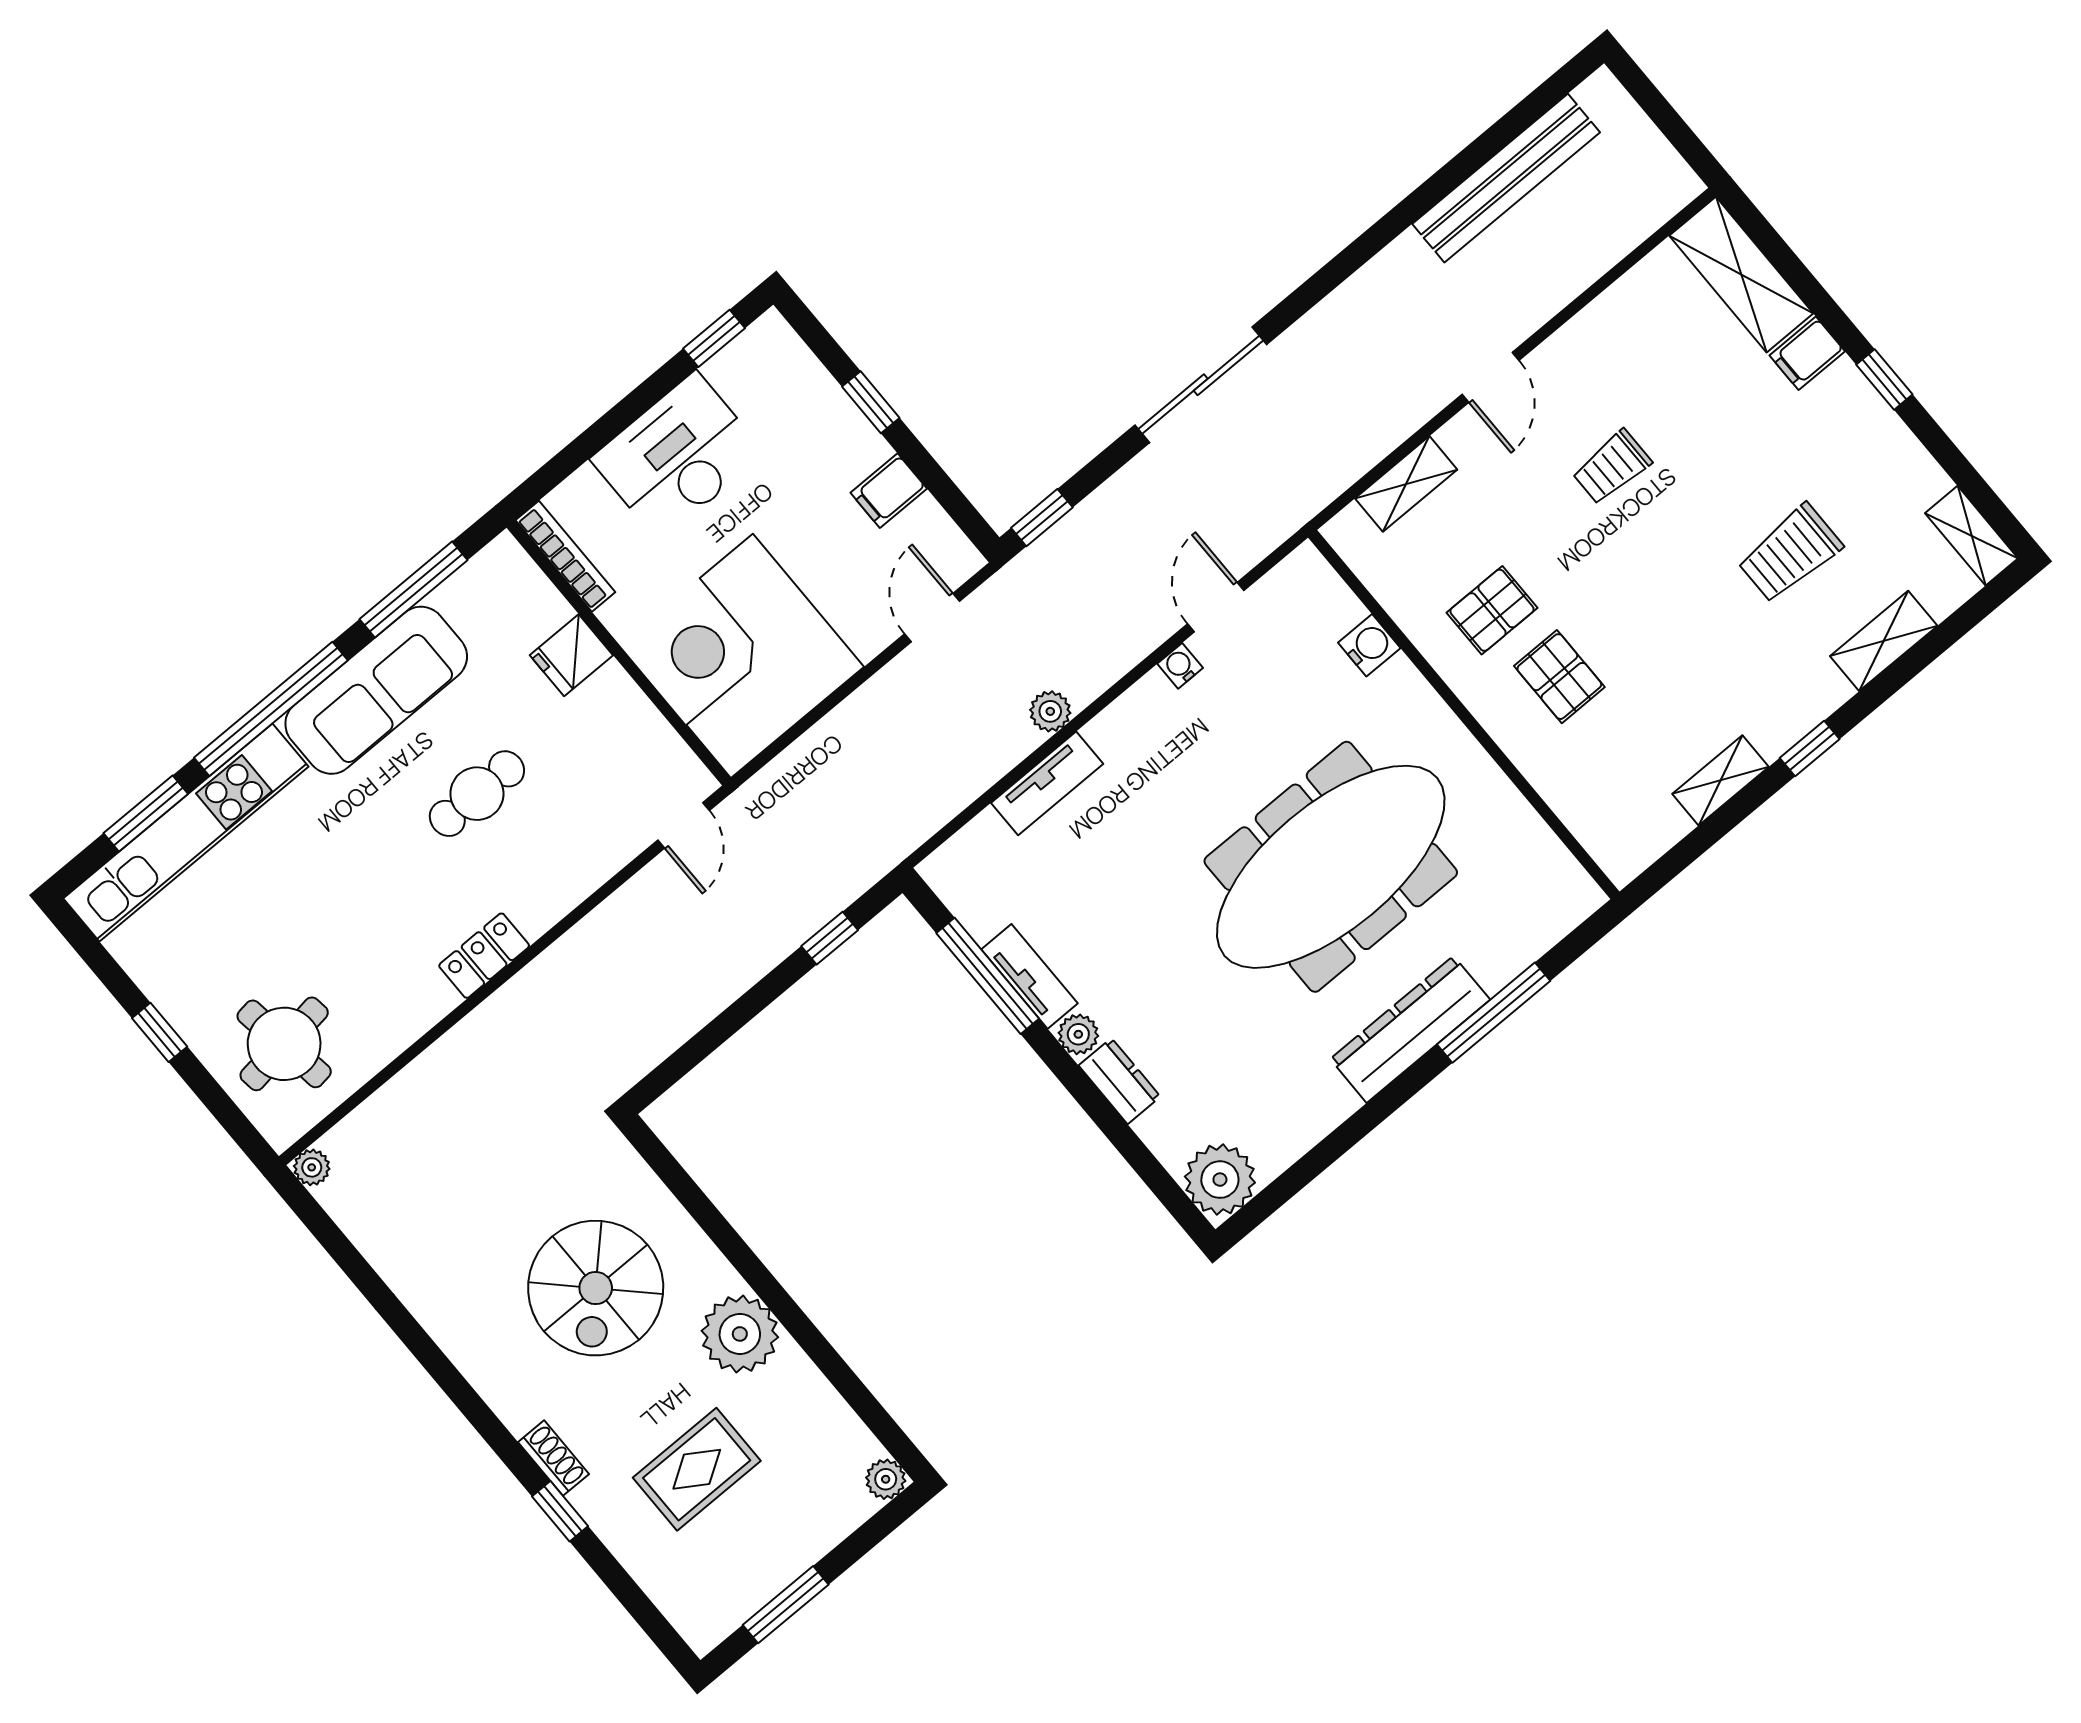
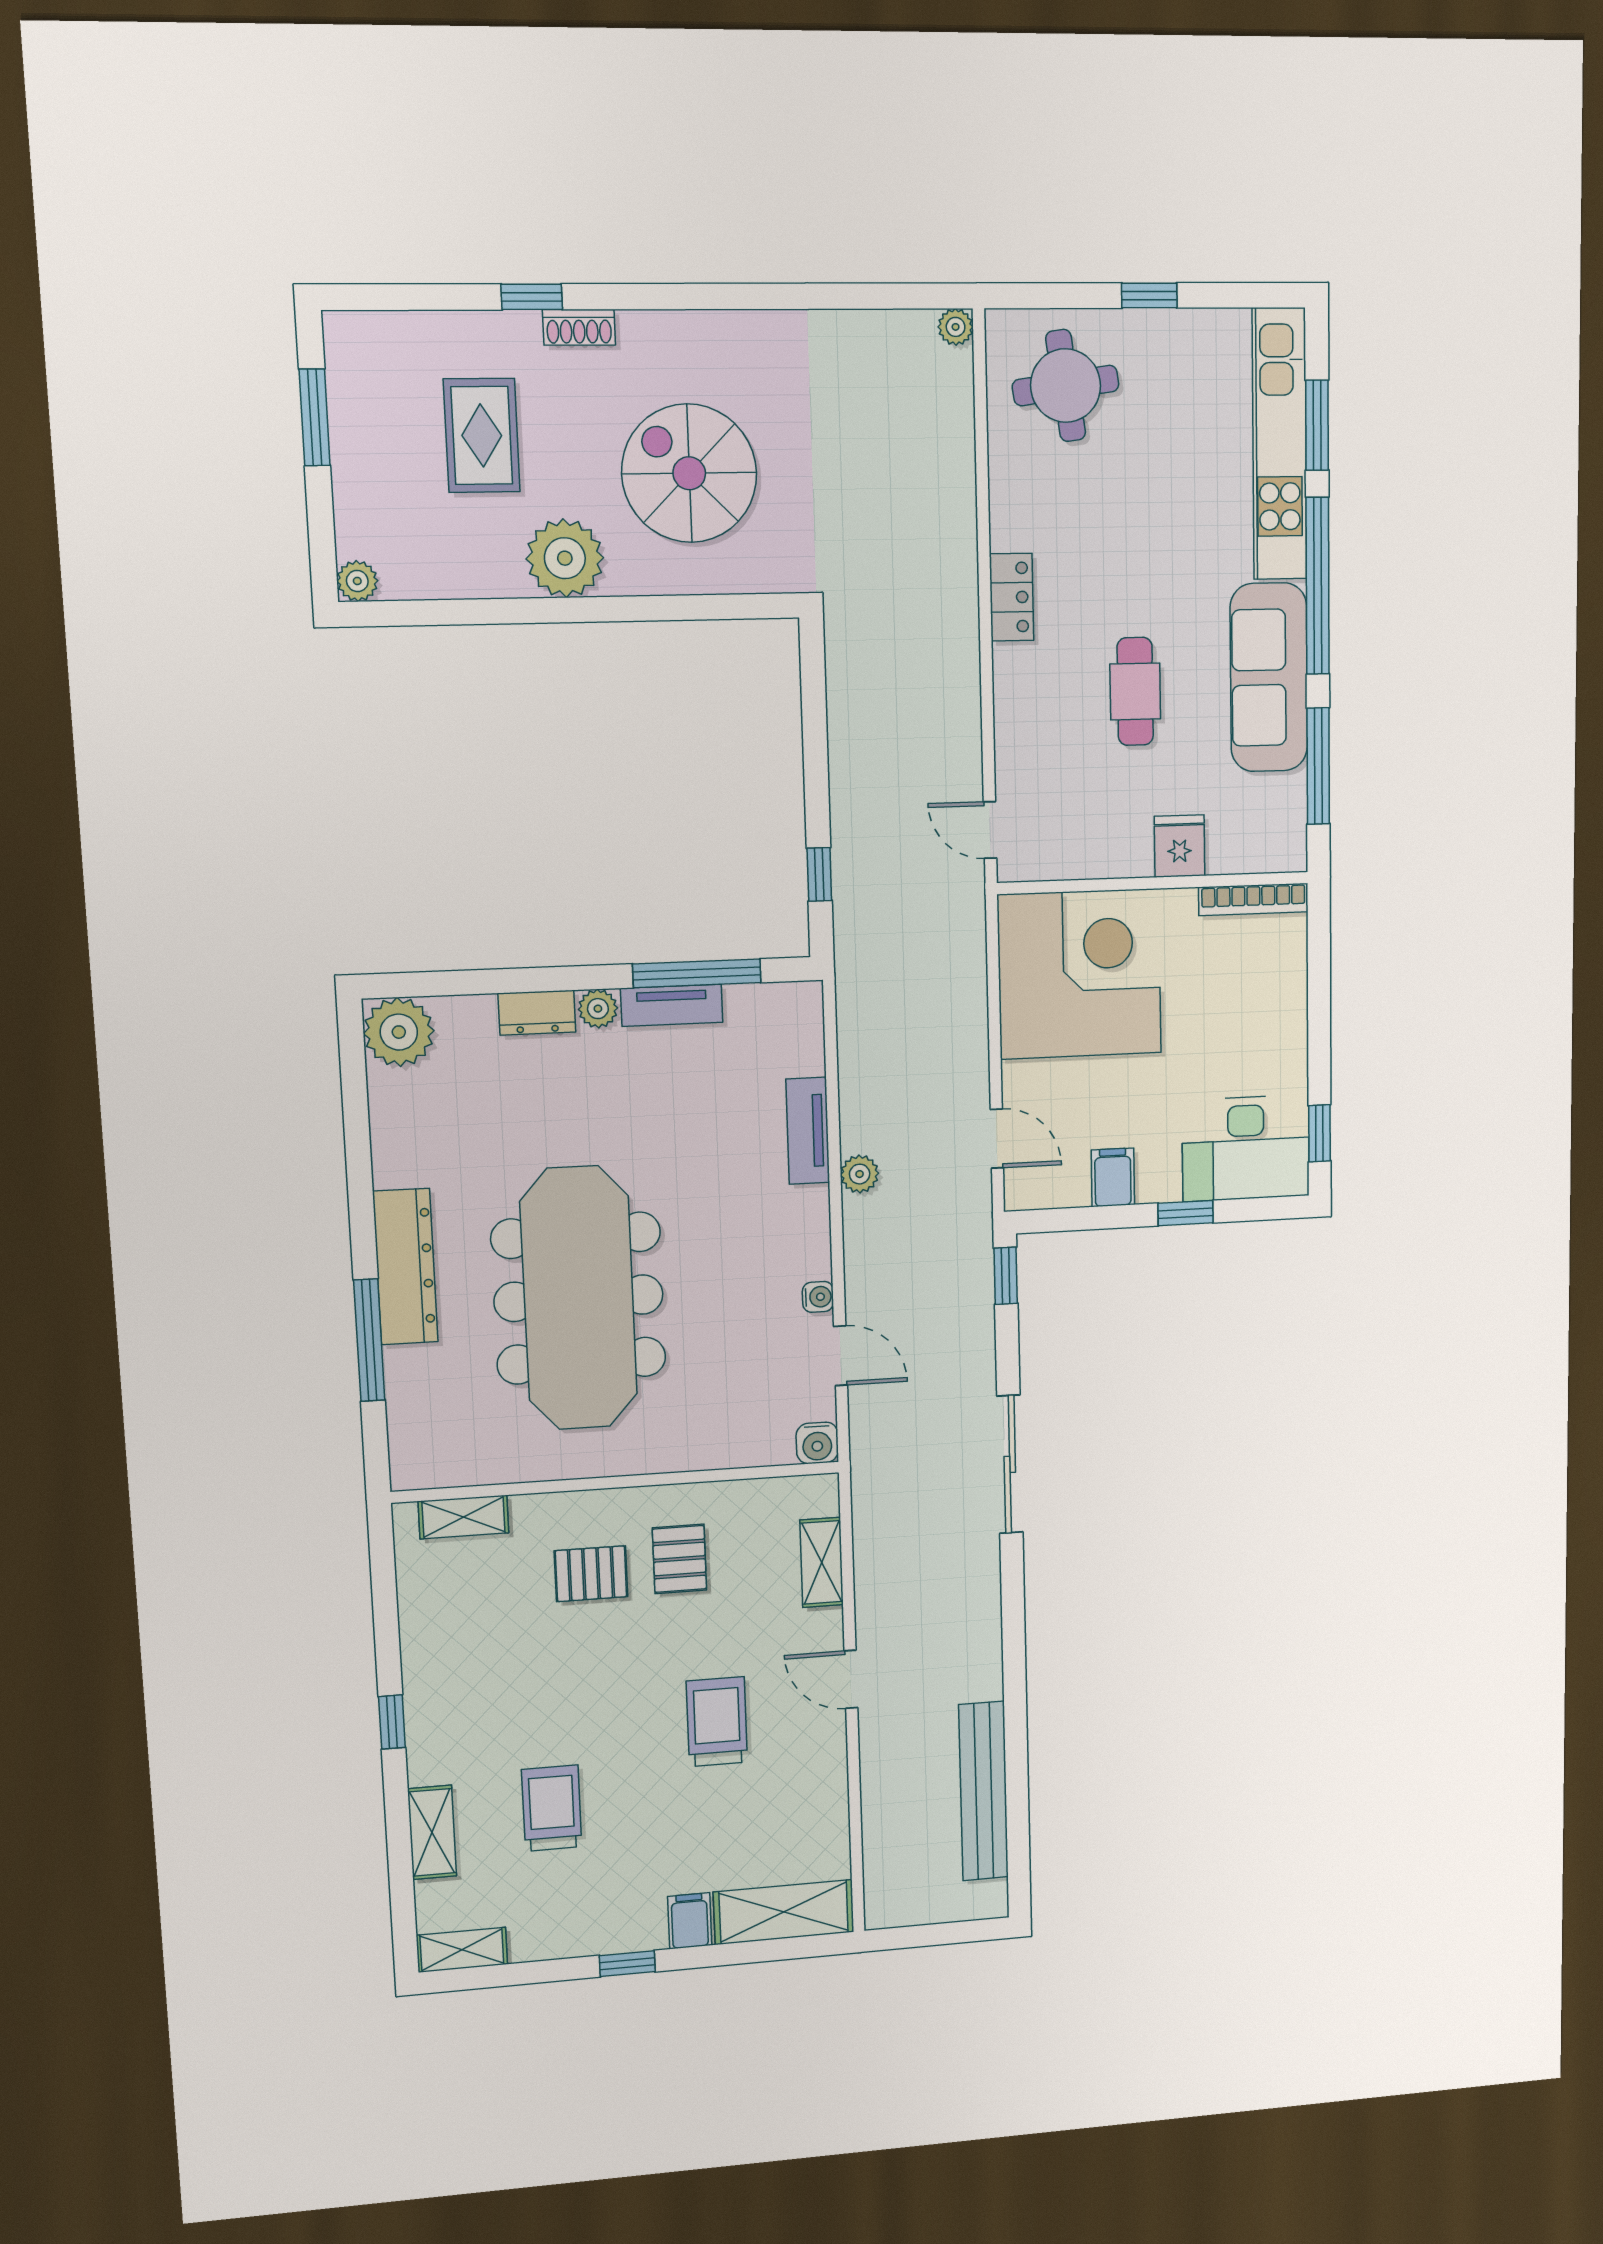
desk: (678, 456) -> (1246, 1148), moved, turned 90
trolley: (1612, 467) -> (717, 1722), width x1.36, depth x1.39
water cooler: (1369, 645) -> (817, 1443), moved
shelving: (1720, 780) -> (463, 1517), moved, turned 90

